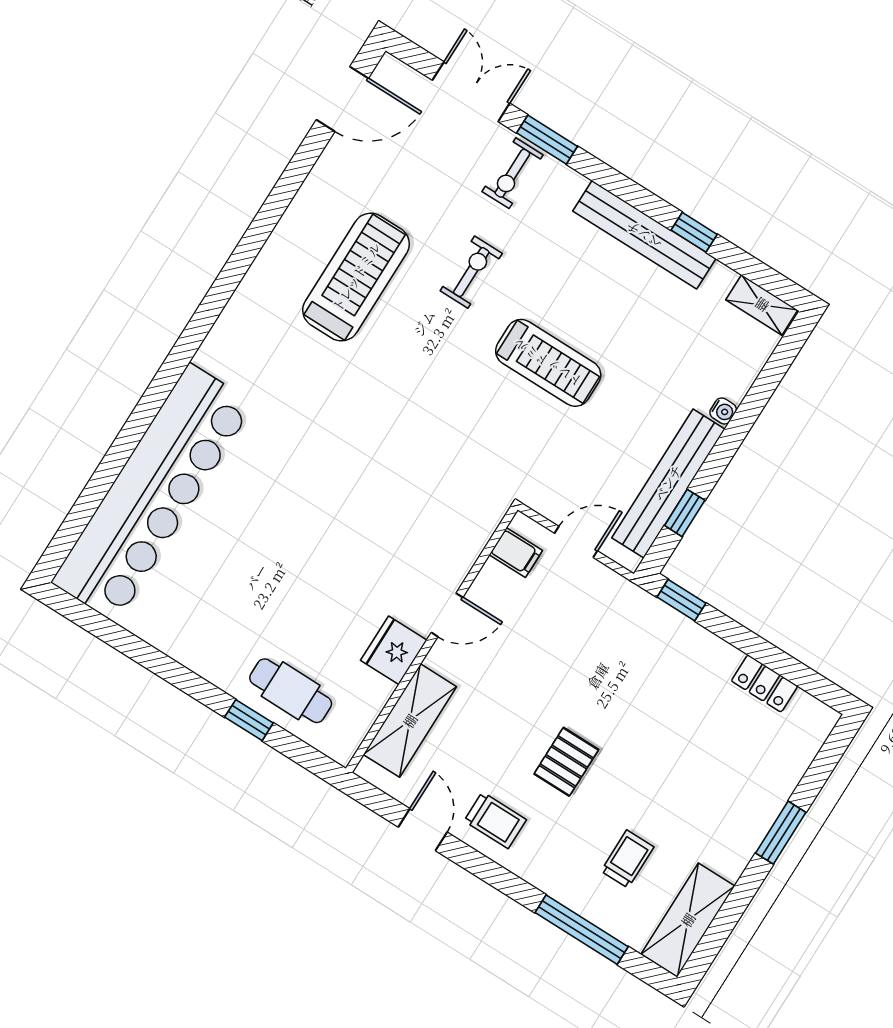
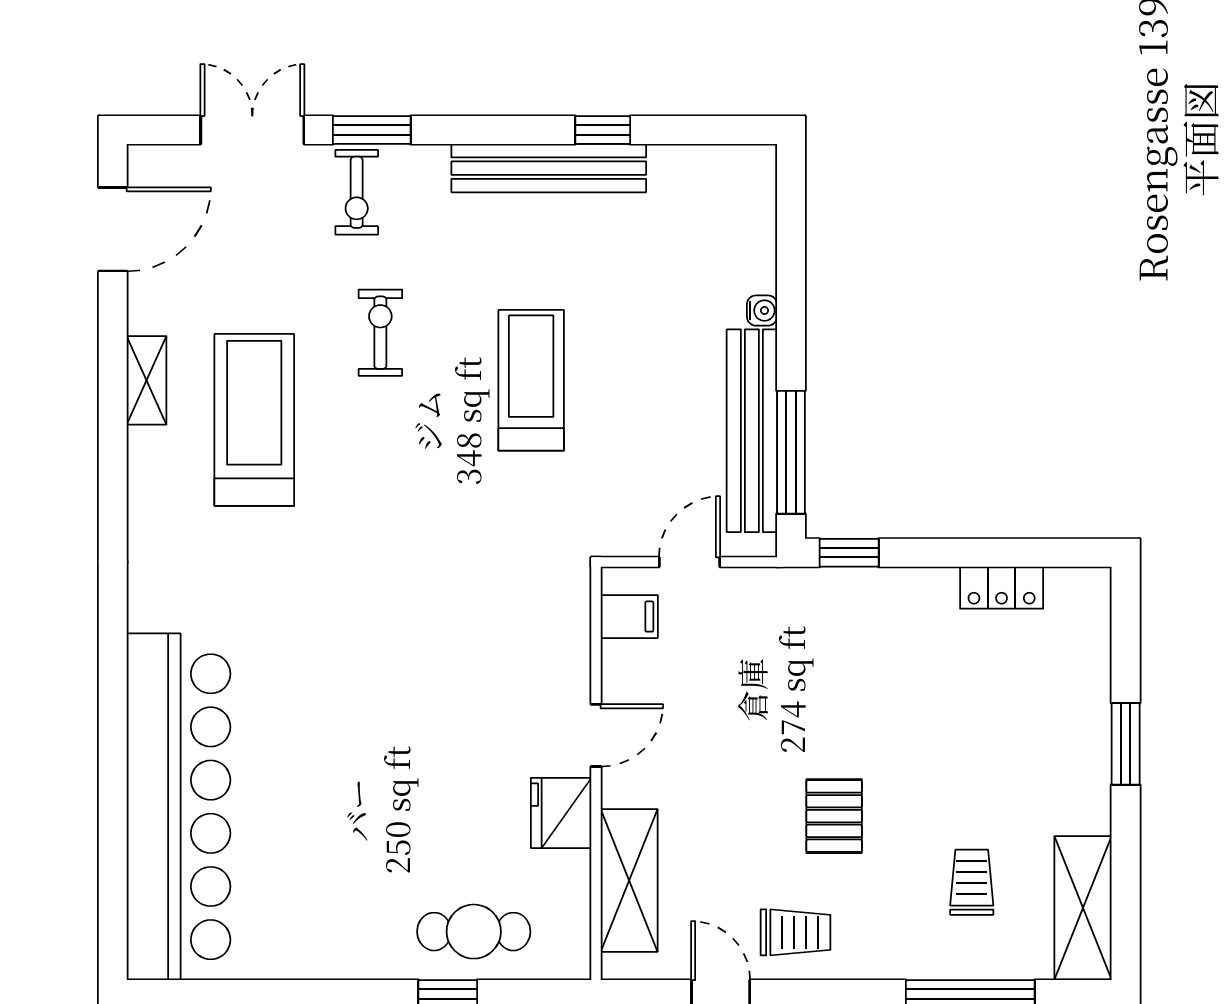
shelving: (762, 305) -> (147, 380), moved, turned 90
treadmill: (548, 363) -> (531, 380), turned -90
window: (685, 513) -> (791, 452), width x2.17

